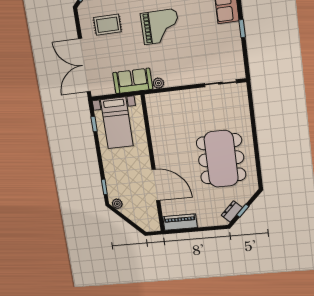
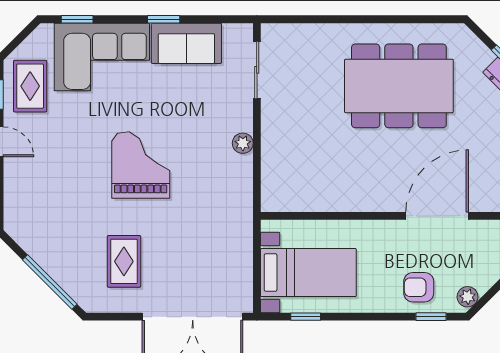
sofa: (133, 81) -> (186, 43), moved, turned -90
plant: (158, 83) -> (243, 143), moved
armchair: (118, 179) -> (419, 287), added

